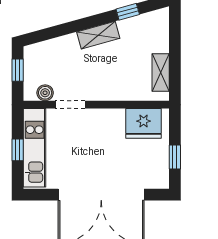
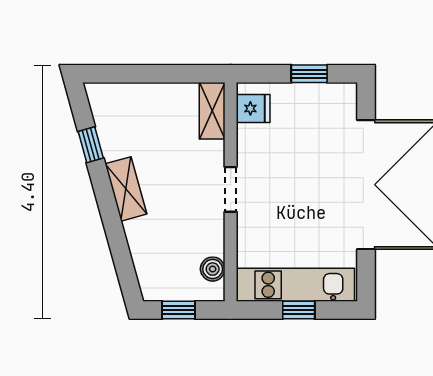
shelving: (161, 72) -> (212, 111), moved, turned 90
doorway: (70, 105) -> (231, 189), moved
fridge: (144, 123) -> (253, 108), width x0.53, depth x0.75

